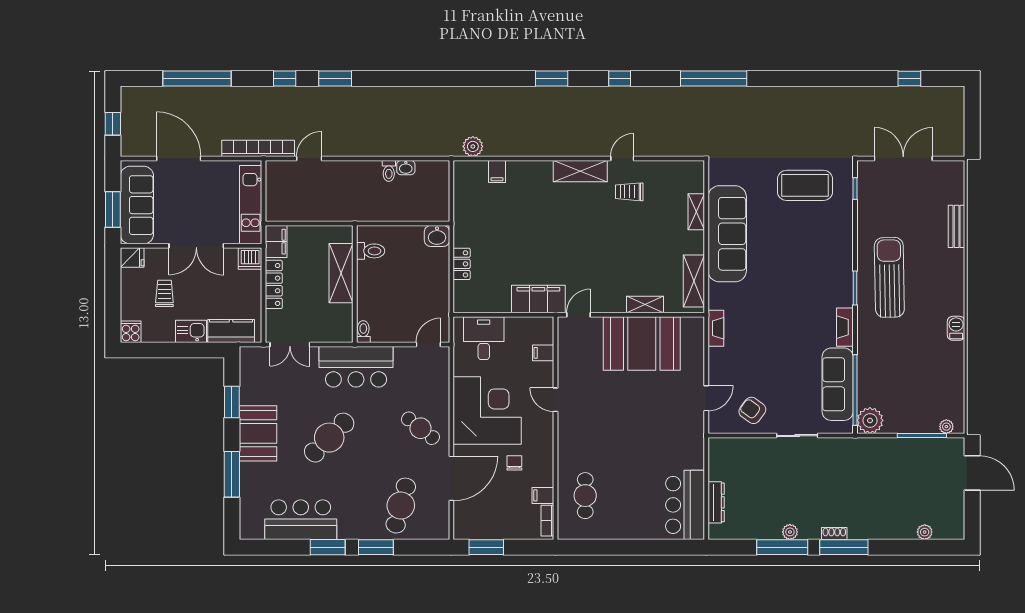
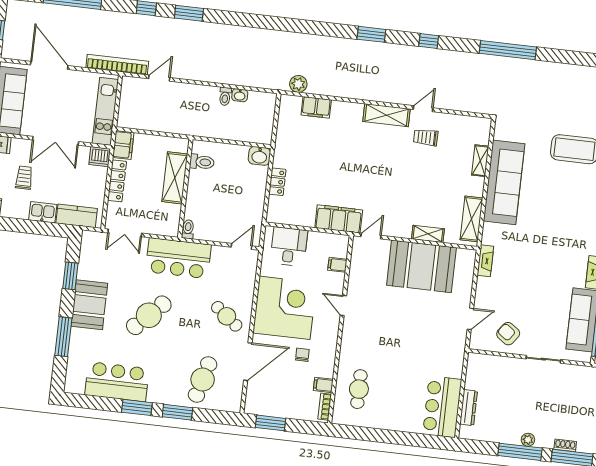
filing cabinet: (497, 171) -> (316, 107), width x2.00

